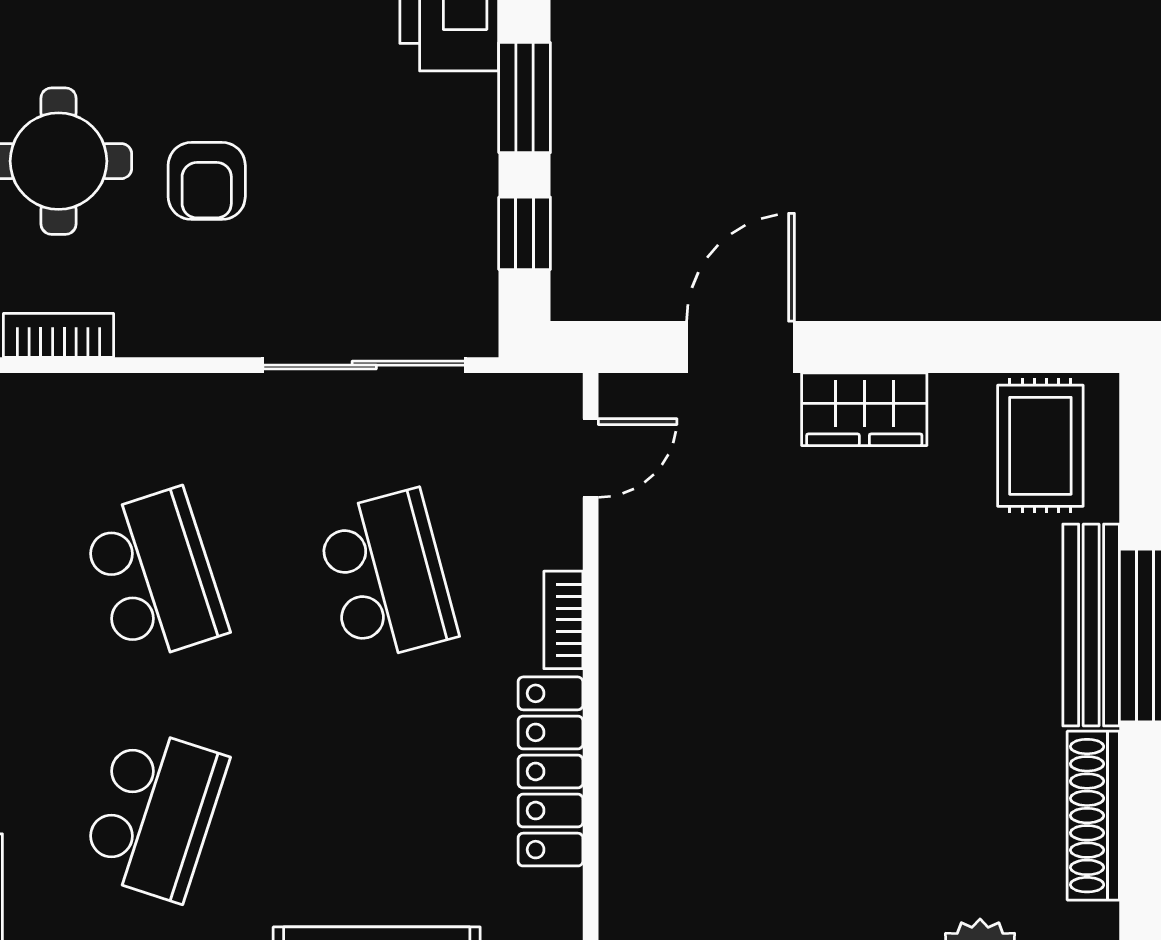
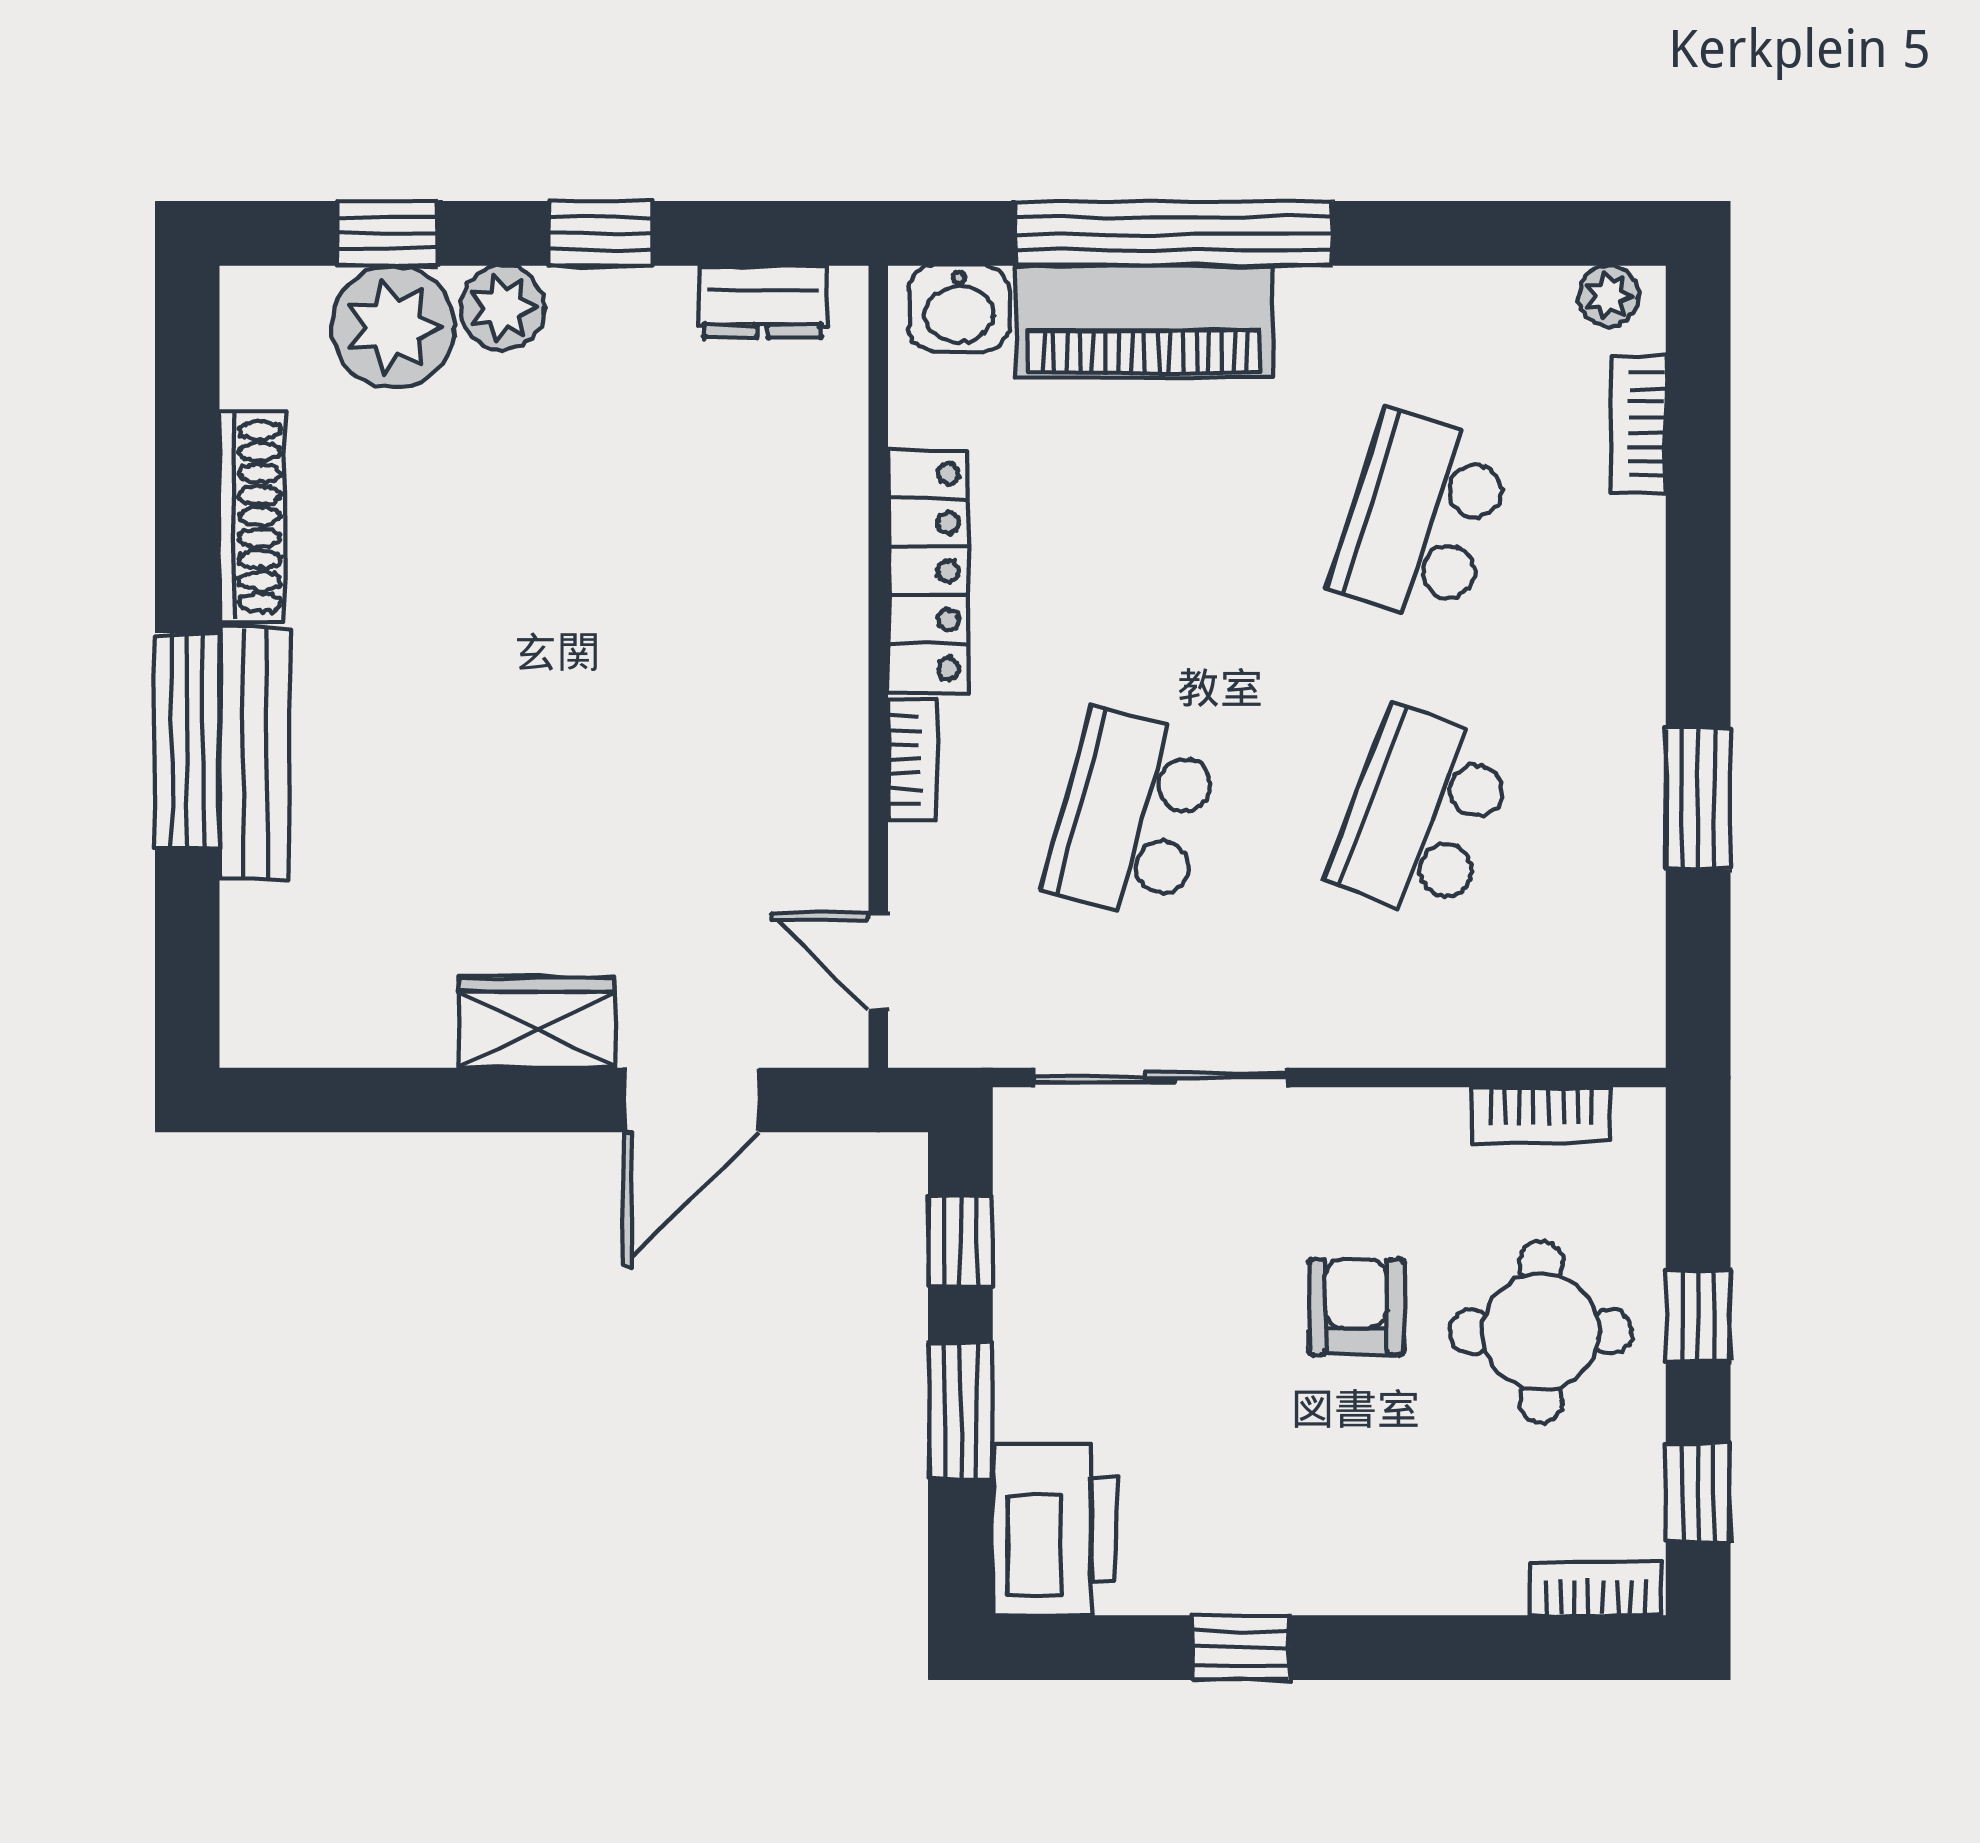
rug: (1040, 446) -> (318, 977), removed
door: (591, 458) -> (878, 962), hinge flipped
school desk: (154, 576) -> (1421, 815), turned 39
school desk: (387, 576) -> (1132, 815), turned 30

